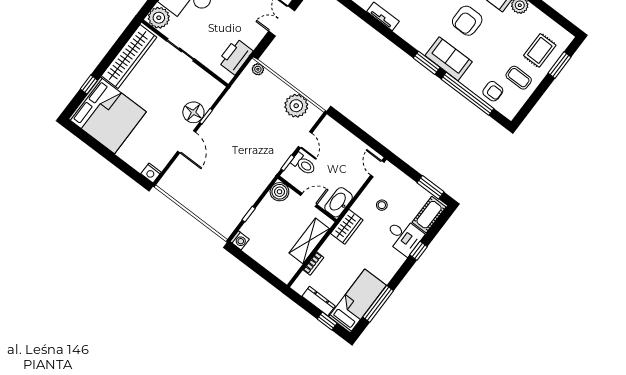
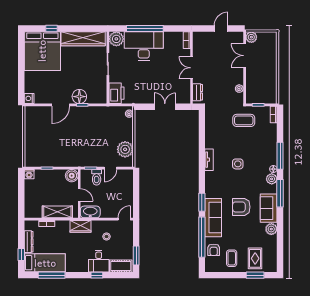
rug: (540, 50) -> (255, 258), turned 90
printer: (235, 56) -> (117, 93), moved, turned 90
sofa: (449, 59) -> (213, 218), width x1.36

